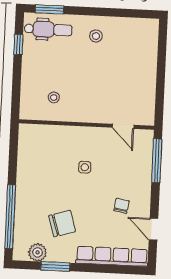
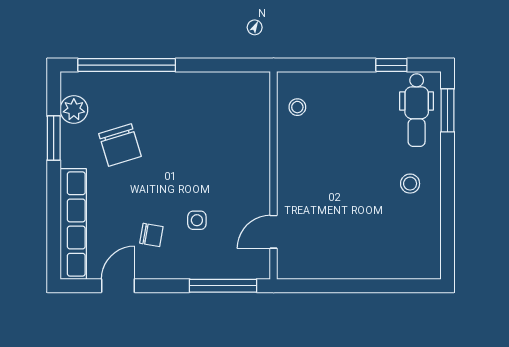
stool: (54, 97) -> (297, 107), moved
side table: (85, 167) -> (197, 220), moved

